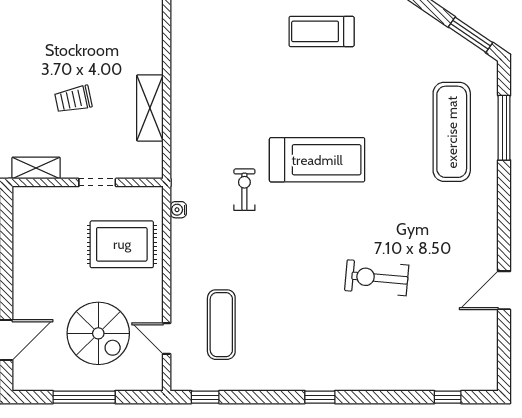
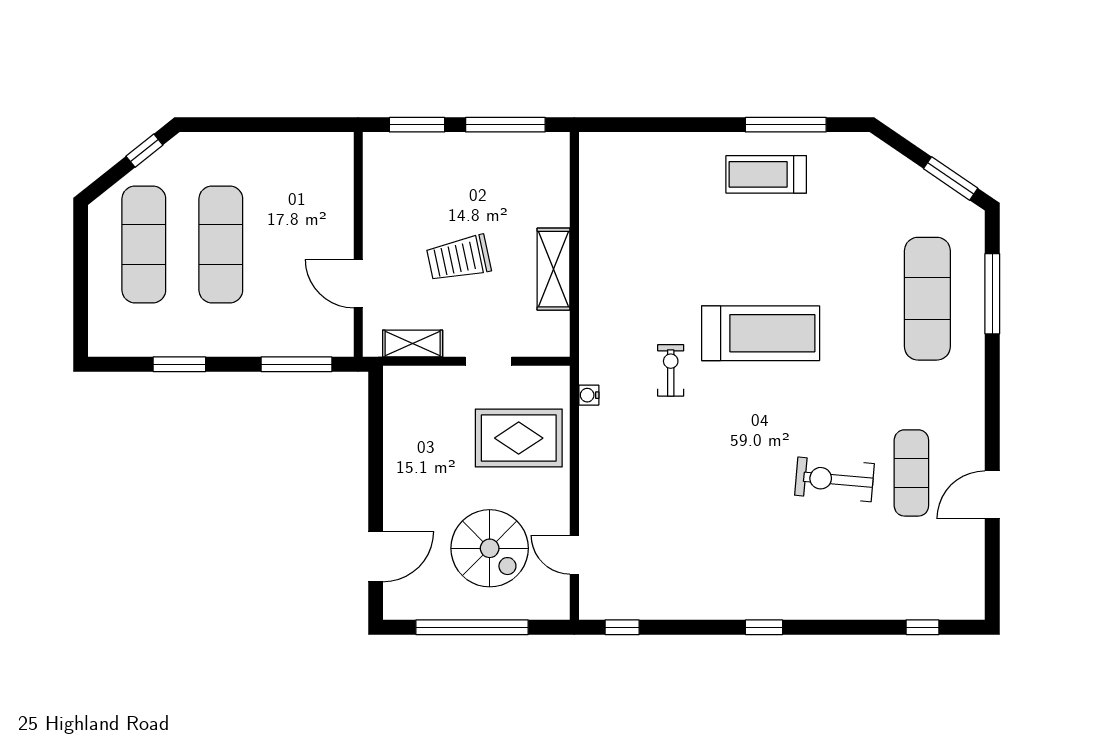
trolley: (73, 99) -> (459, 258), width x1.36, depth x1.39
exercise mat: (221, 325) -> (911, 473), moved
window: (84, 397) -> (472, 627), width x1.46

